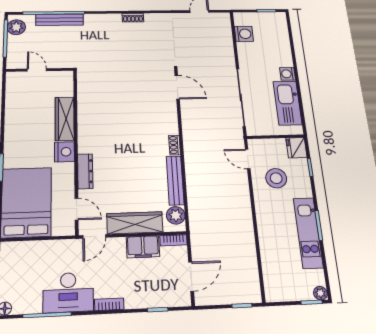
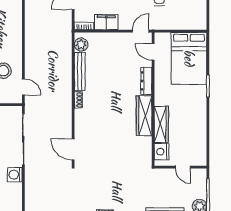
washing machine: (244, 34) -> (15, 175), moved
nightstand: (64, 152) -> (162, 152), moved
wardrobe: (135, 223) -> (144, 116), moved, turned 90

